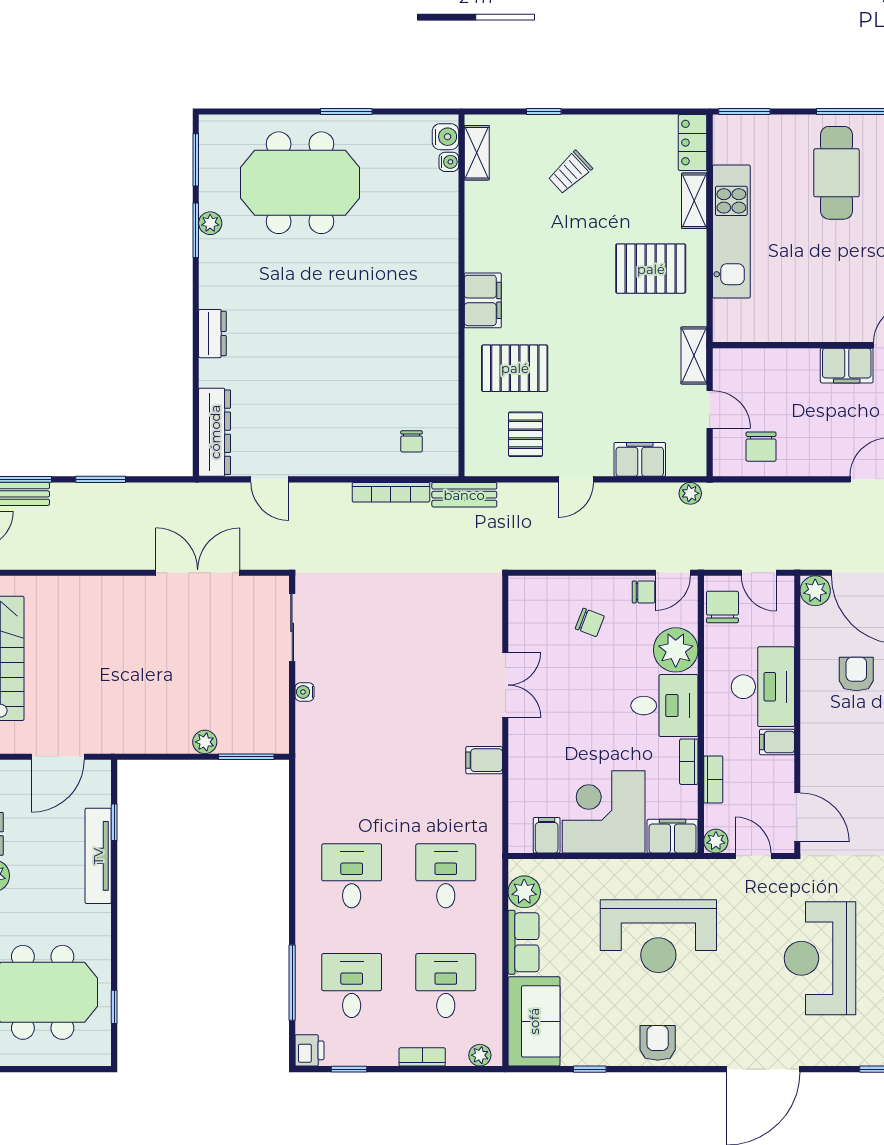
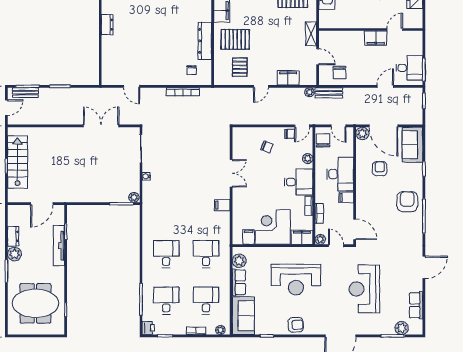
dresser: (215, 432) -> (205, 41), moved, turned 180
bench: (464, 495) -> (329, 93), moved
plant: (676, 650) -> (308, 158), width x0.53, depth x0.53
plant: (205, 742) -> (134, 197), moved
armchair: (658, 1043) -> (296, 325), turned 87

